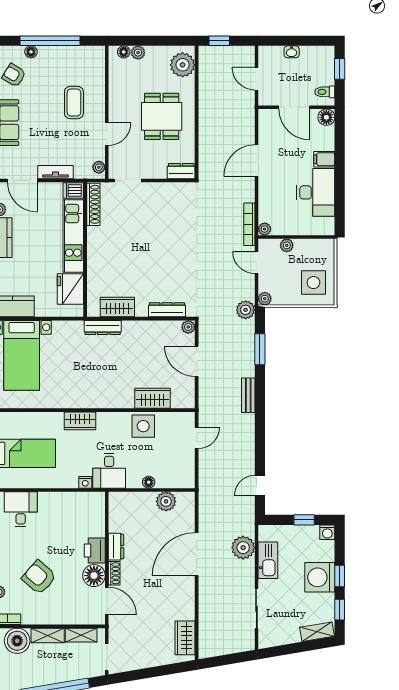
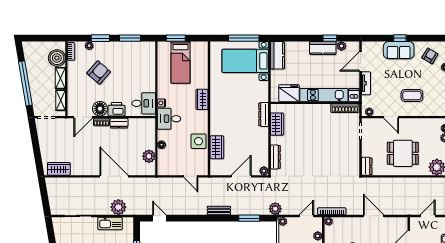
desk: (21, 509) -> (144, 103), moved

